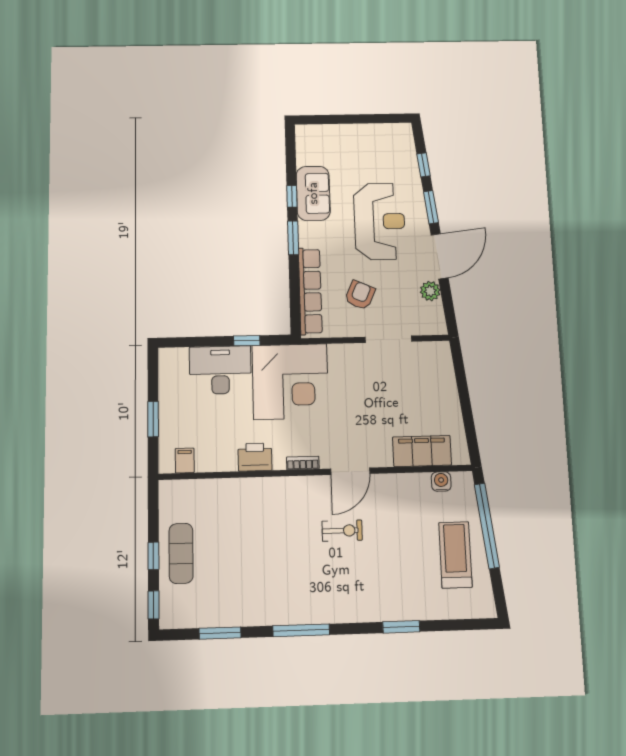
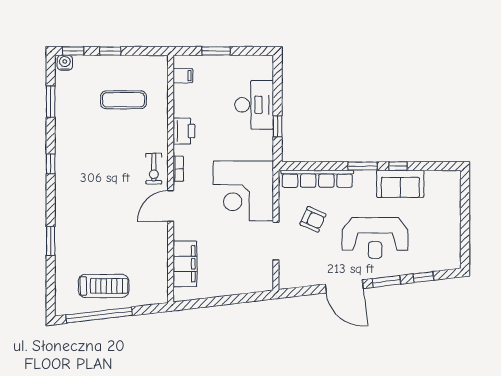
plant: (430, 291) -> (315, 277), removed
corner desk: (290, 382) -> (243, 191), moved
door: (350, 471) -> (171, 206), hinge flipped
water cooler: (441, 482) -> (65, 63), moved, turned -90
window: (487, 526) -> (99, 315), moved
exercise bike: (342, 531) -> (154, 169), moved
exercise mat: (181, 553) -> (124, 100), moved
window: (301, 630) -> (51, 164), width x0.46

